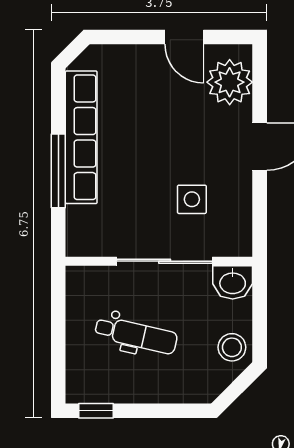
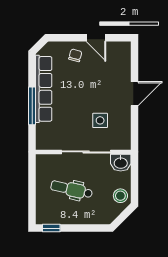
chair: (143, 71) -> (75, 55), added
plant: (230, 82) -> (119, 61), removed
dental chair: (136, 335) -> (72, 189), turned 180

